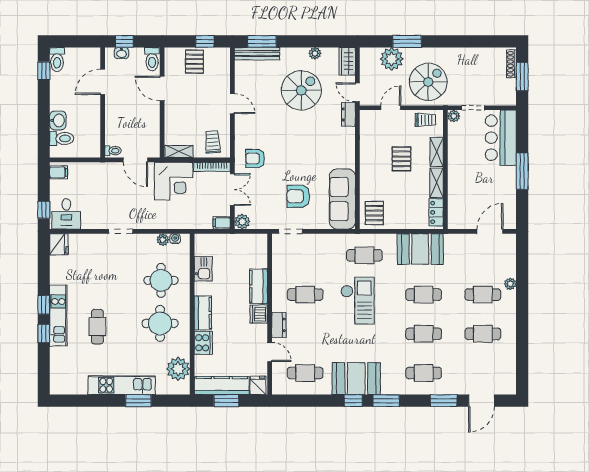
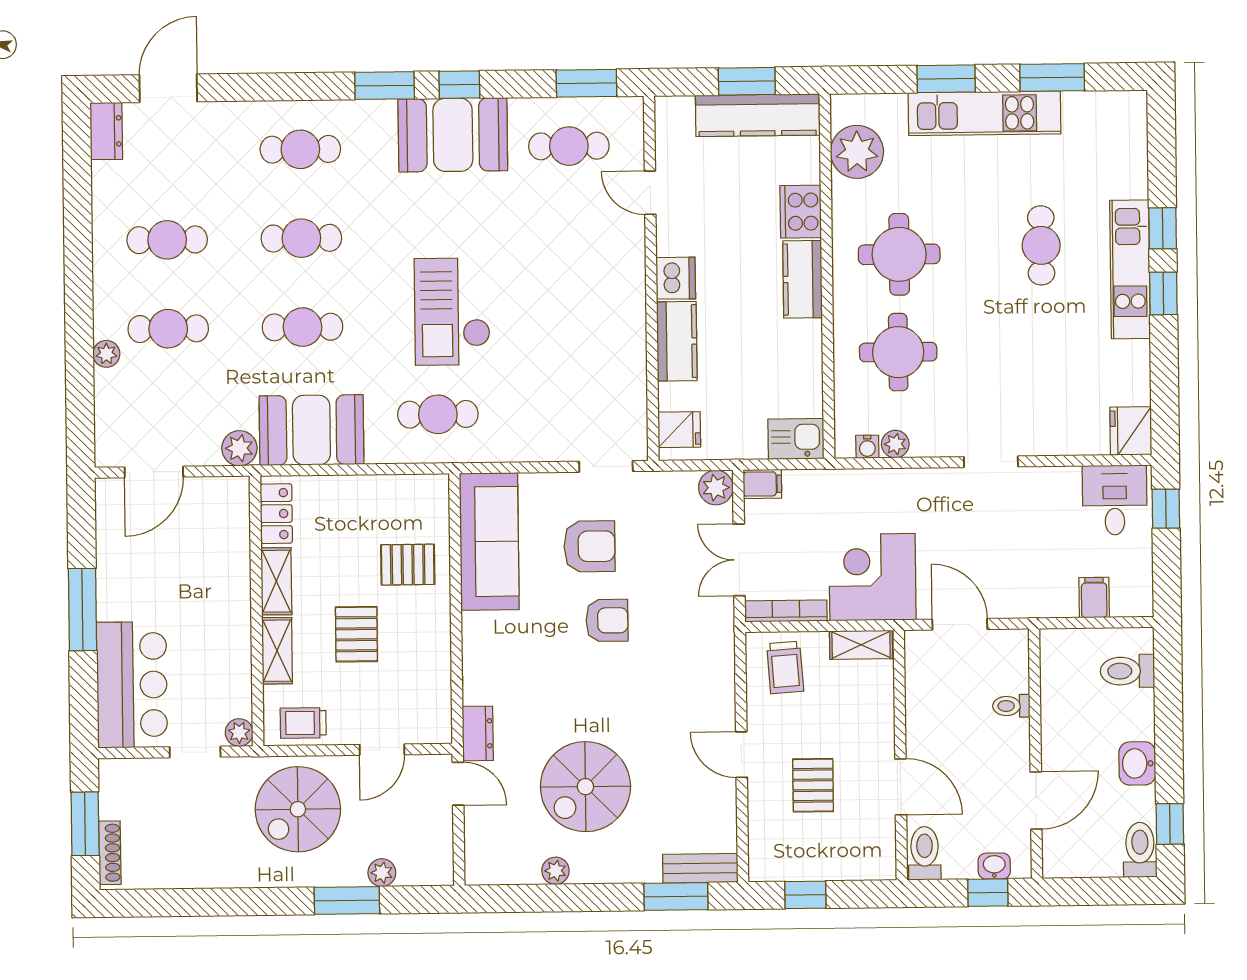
bench: (257, 54) -> (700, 868), width x0.73
plant: (392, 59) -> (382, 873), width x0.53, depth x0.53
wardrobe: (347, 61) -> (482, 854), removed
pallet: (194, 62) -> (813, 785), moved
washbasin: (58, 120) -> (1137, 763), moved
toilet: (113, 151) -> (1011, 706), moved
armchair: (255, 158) -> (607, 620), moved
filing cabinet: (59, 172) -> (1094, 598), moved, turned 90
pallet: (374, 213) -> (408, 565), moved, turned 90
plant: (452, 241) -> (239, 448), added
kitchen sink: (203, 269) -> (796, 439), moved, turned 90
cafe table: (305, 295) -> (571, 324), removed
dresser: (279, 325) -> (106, 131), moved, turned 180
fridge: (258, 385) -> (679, 430), moved, turned -90
window: (92, 401) -> (1052, 77), added
window: (444, 401) -> (586, 83), moved

